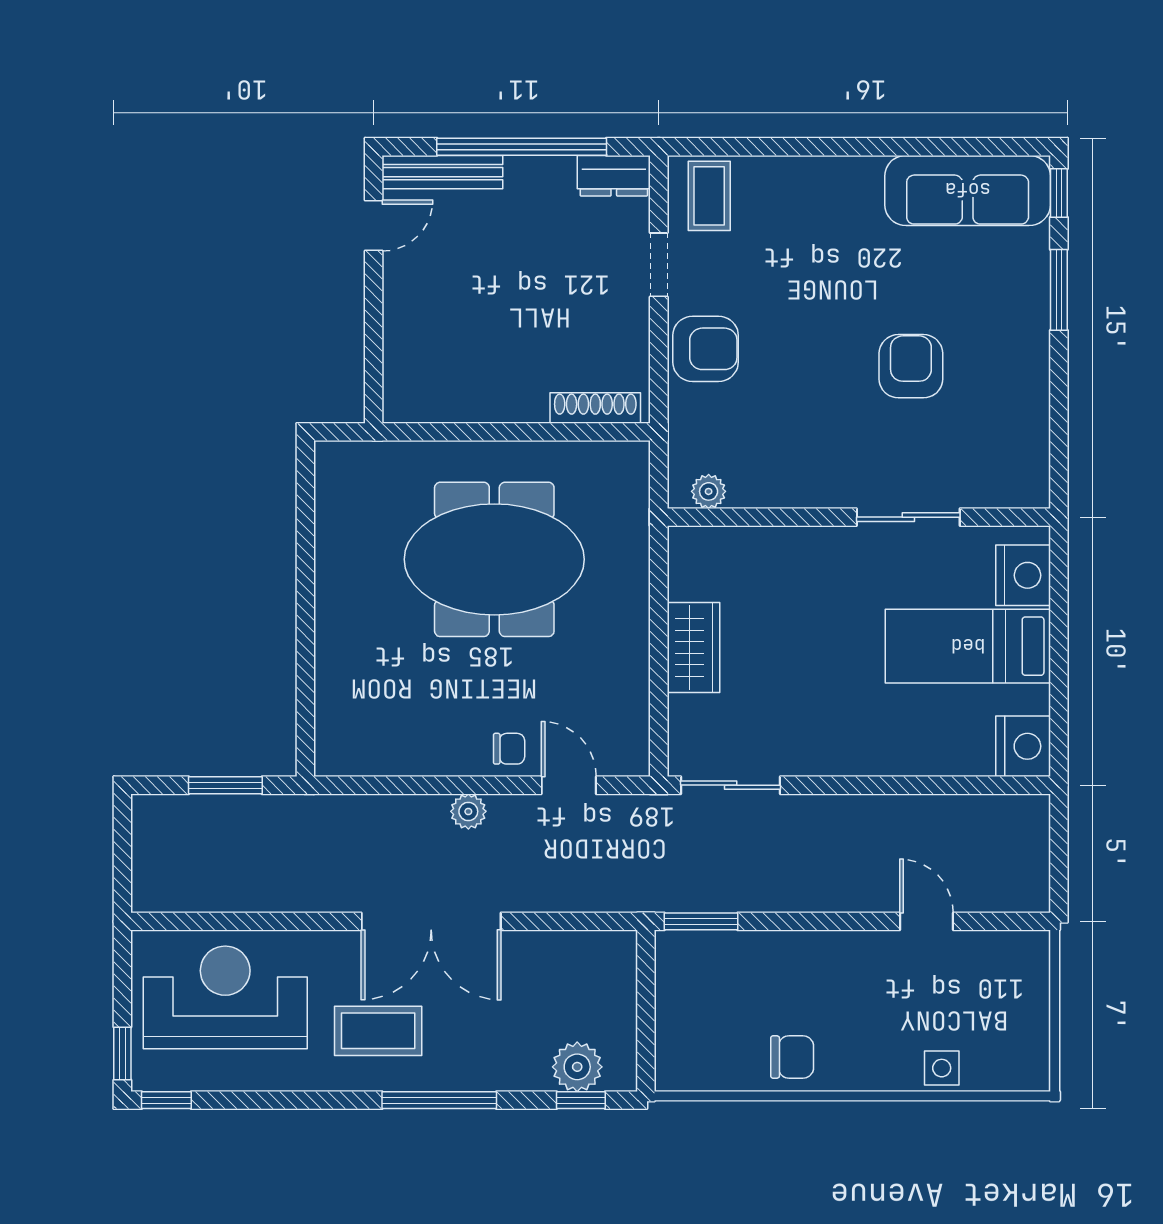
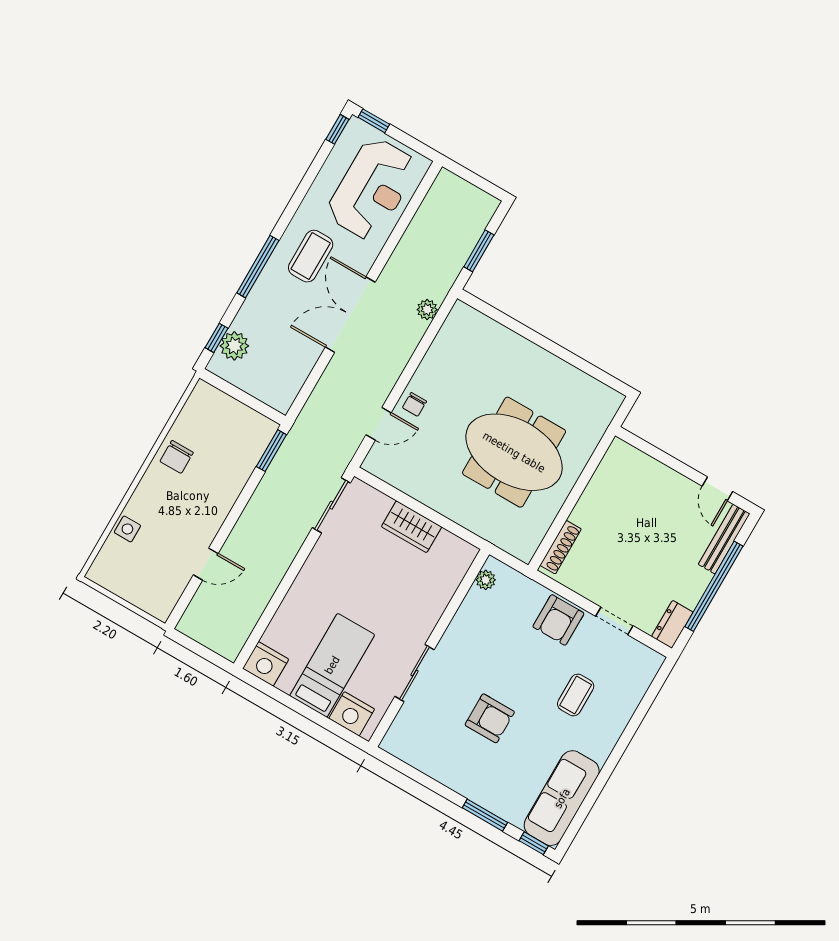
coffee table: (709, 196) -> (576, 695), moved, turned 90
meeting table: (494, 559) -> (514, 452), turned 90
plant: (468, 811) -> (427, 310), moved

